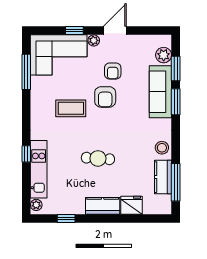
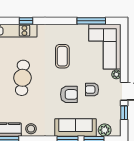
window: (74, 31) -> (124, 113), moved
armchair: (105, 97) -> (69, 94), moved, turned 180
cafe table: (98, 158) -> (22, 78), width x1.37, depth x1.35

